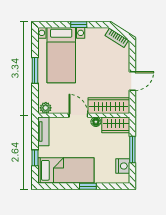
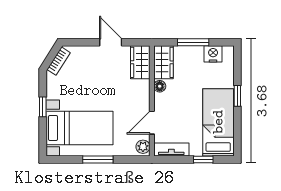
wardrobe: (109, 106) -> (140, 62), width x0.67
door: (78, 115) -> (152, 123), moved

